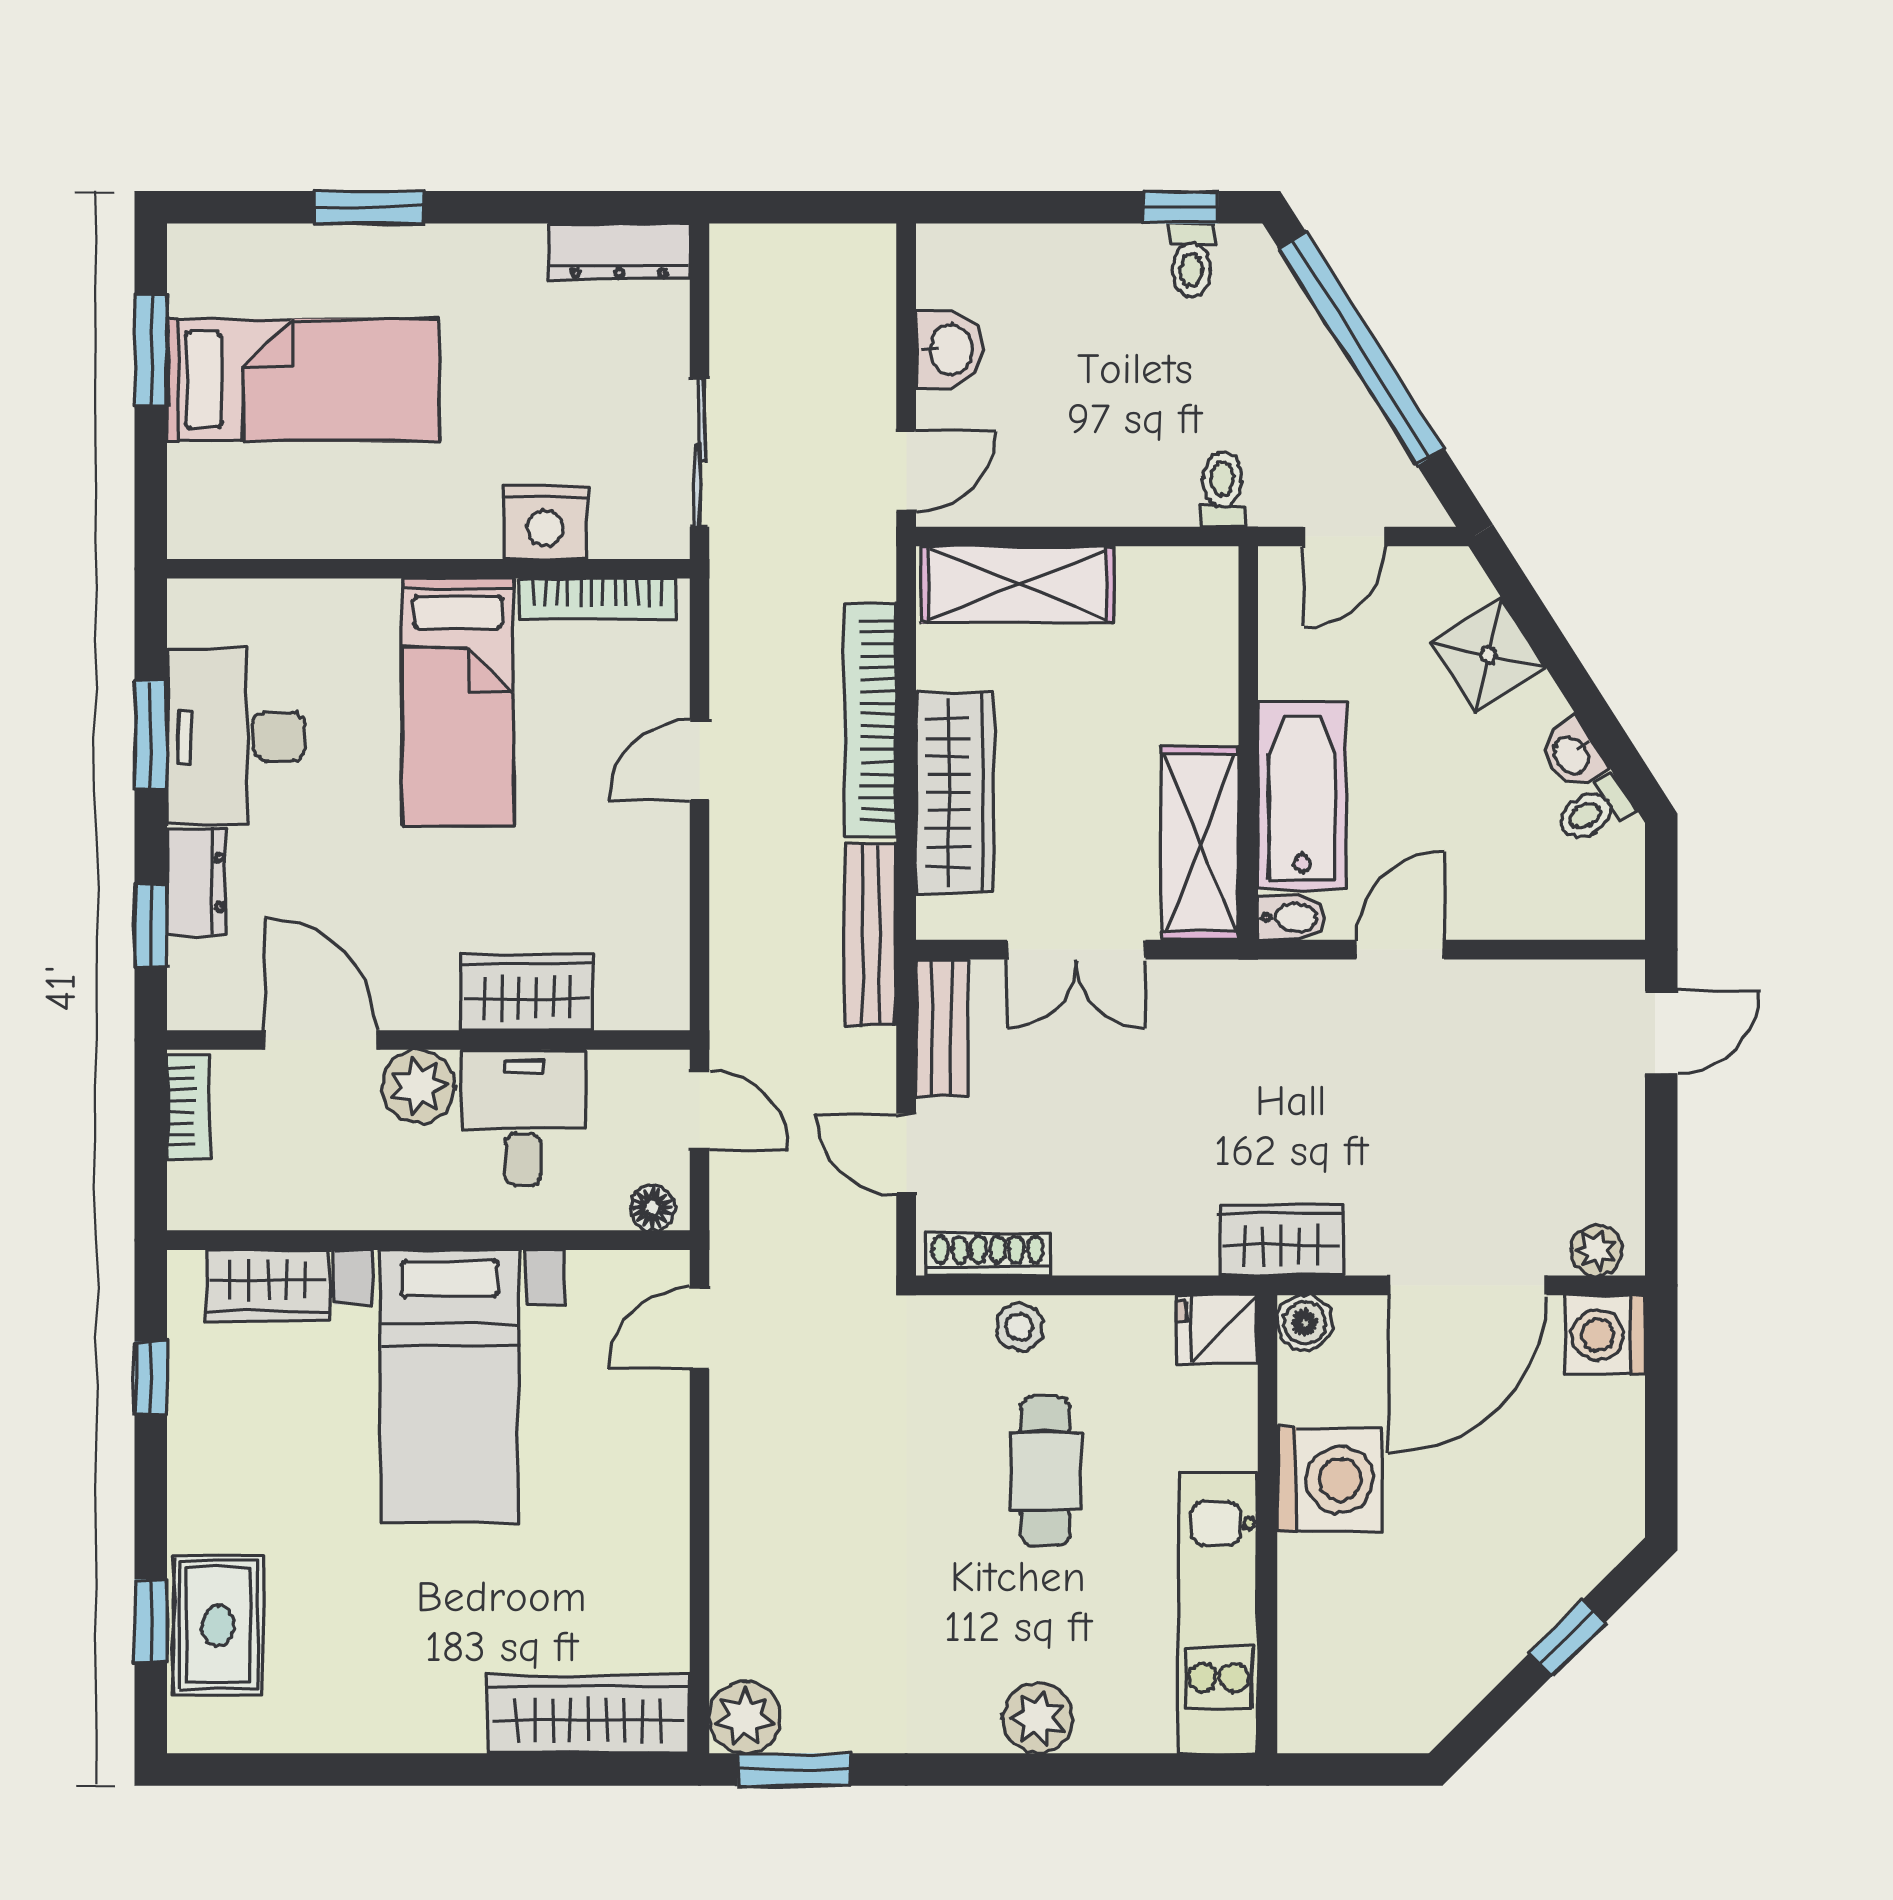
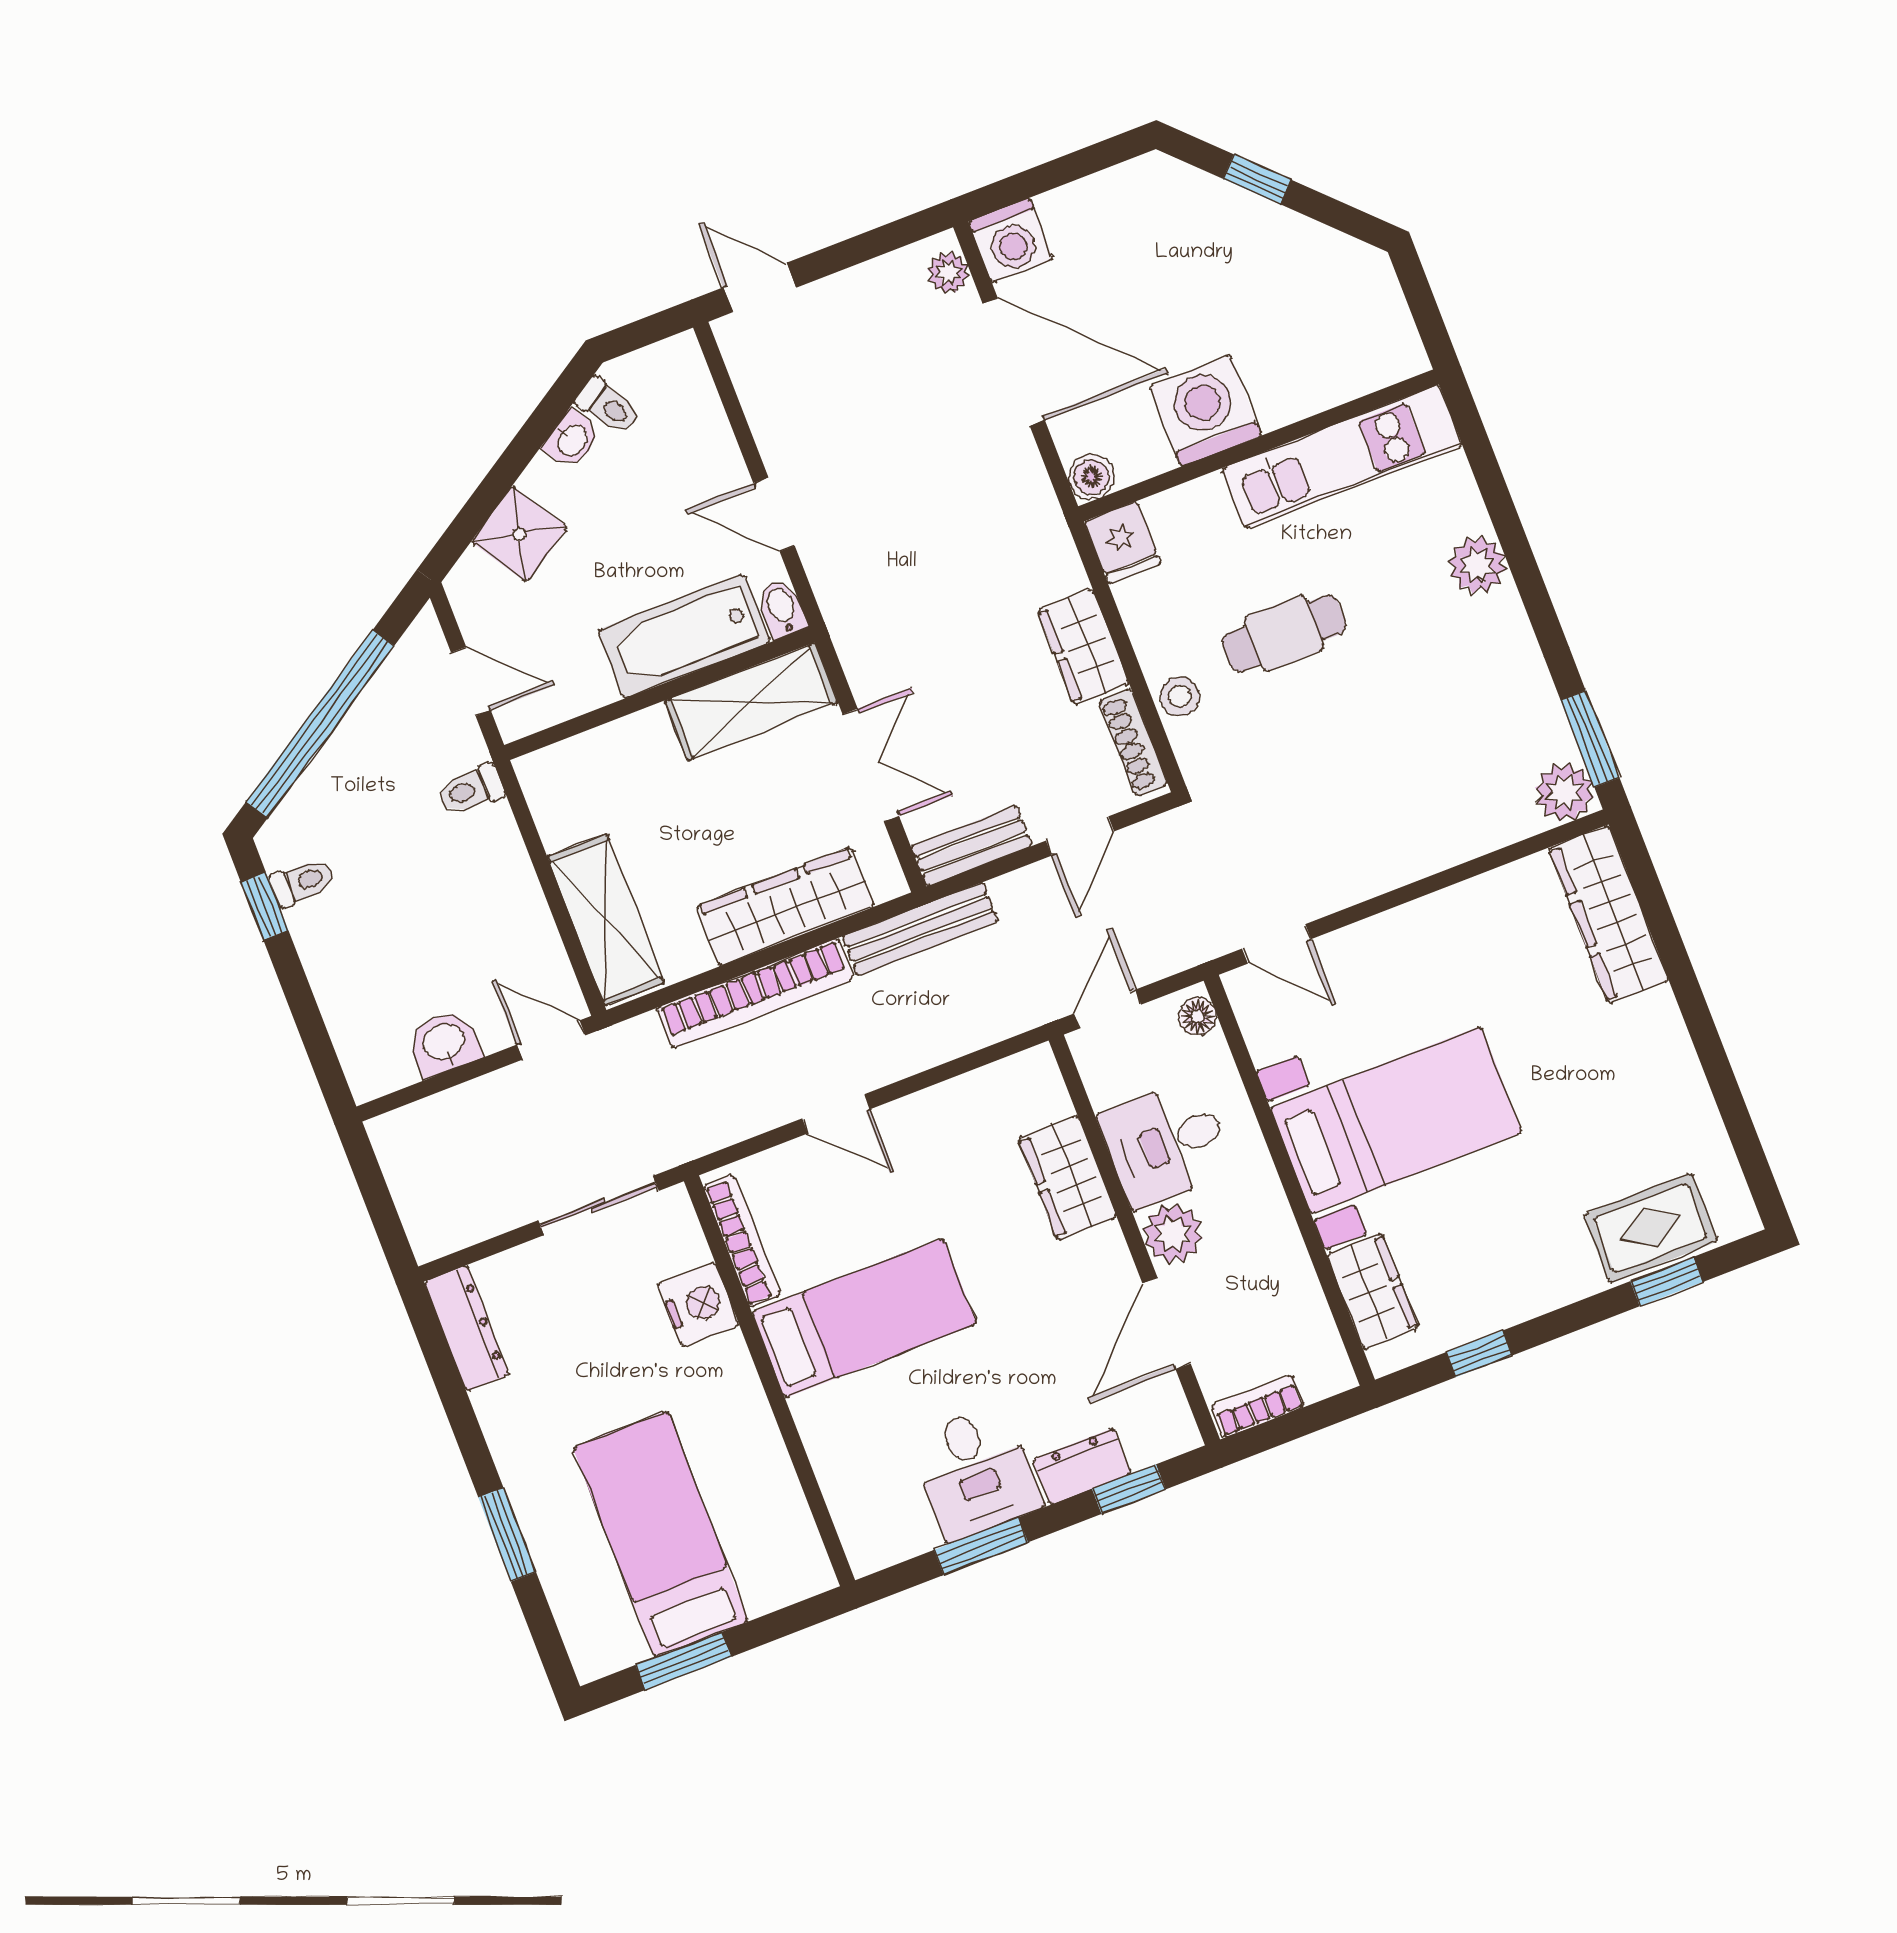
desk: (236, 737) -> (976, 1473), width x0.73
wardrobe: (1281, 1240) -> (1083, 647), moved

